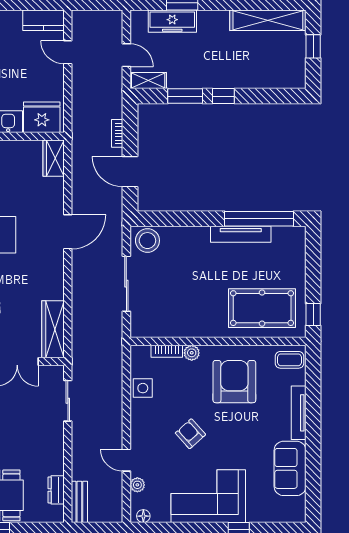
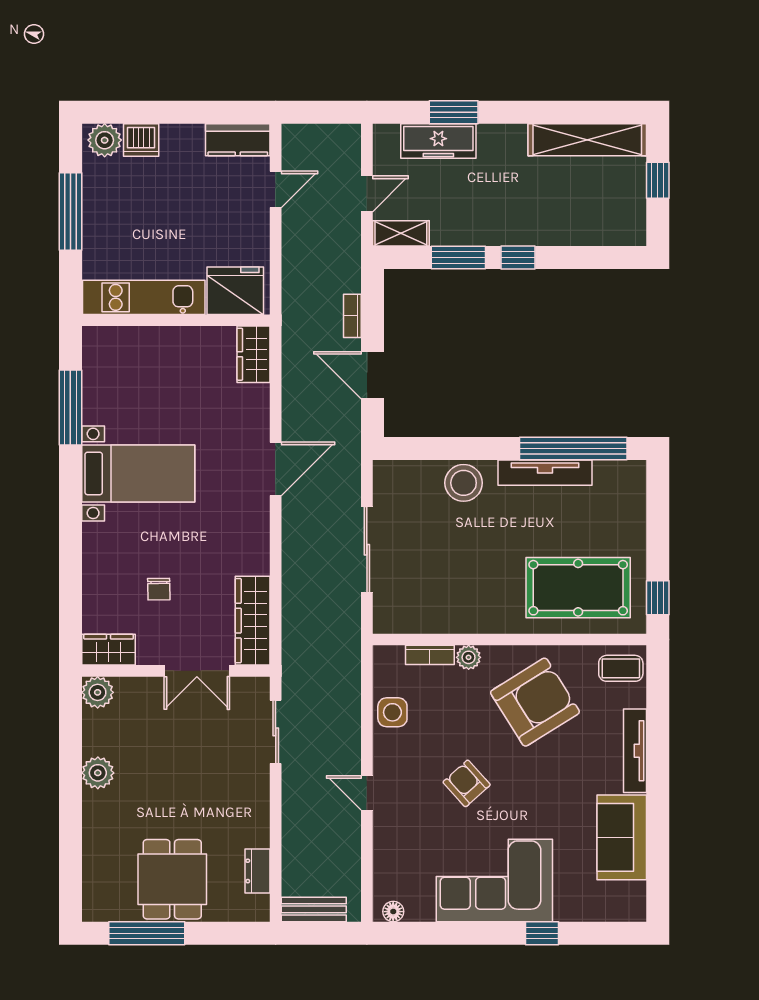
door: (68, 52) -> (276, 189), swing flipped
door: (126, 55) -> (367, 194), hinge flipped
stool: (147, 241) -> (464, 483), moved
armchair: (234, 382) -> (535, 702), turned 58
door: (126, 460) -> (367, 793), moved
plant: (137, 485) -> (384, 863), removed
bench: (79, 502) -> (314, 909), moved, turned 90

